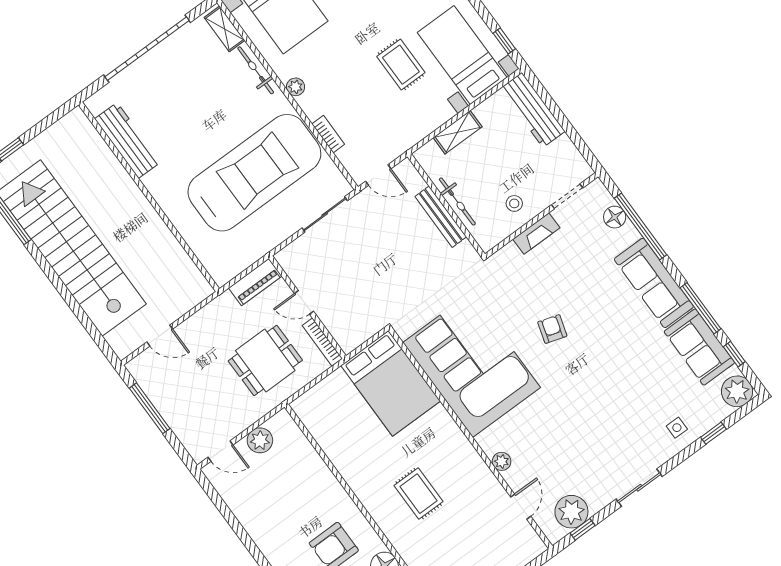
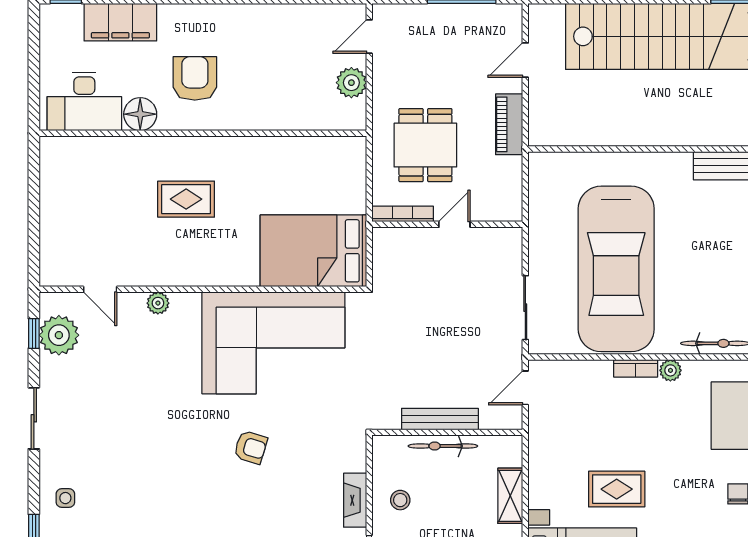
bookcase: (328, 134) -> (636, 368), moved
piano: (255, 282) -> (509, 124), moved

